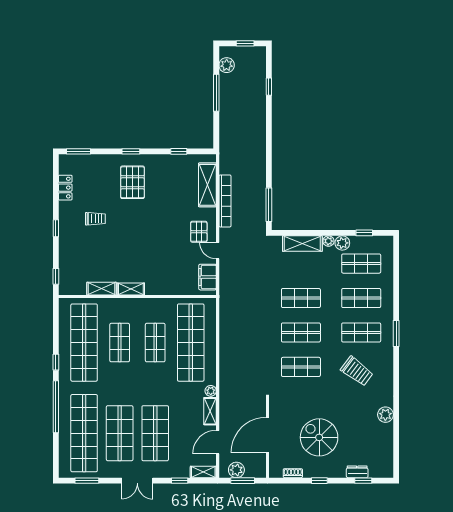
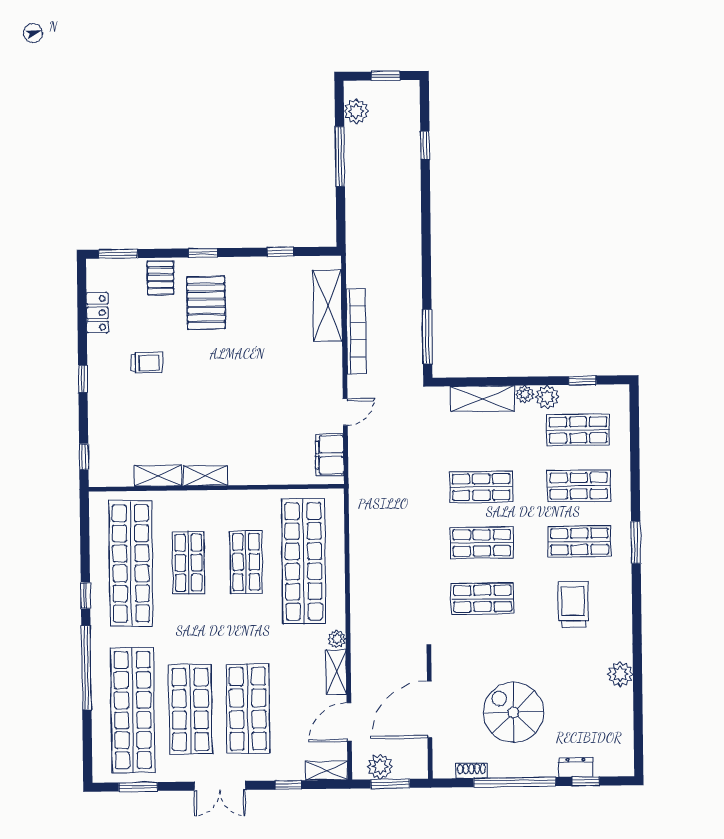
pallet: (199, 232) -> (160, 278), moved
door: (218, 251) -> (345, 412), swing flipped
trolley: (357, 371) -> (573, 604), turned -127
window: (319, 481) -> (515, 782), width x3.17

